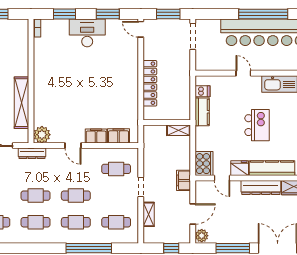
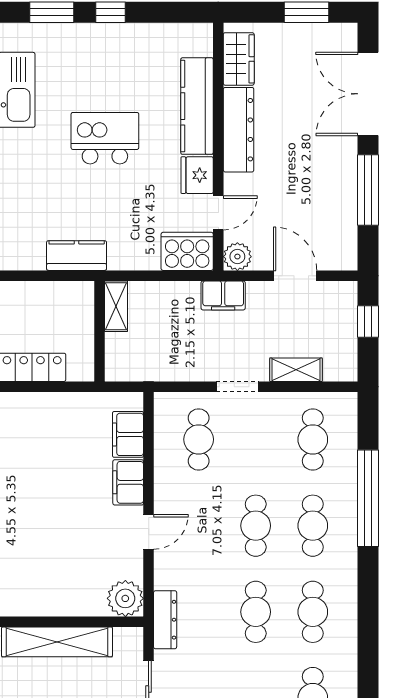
dishwasher: (202, 91) -> (32, 255), removed
plant: (202, 236) -> (237, 257), moved

